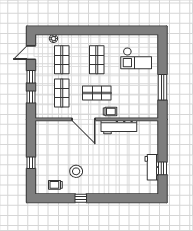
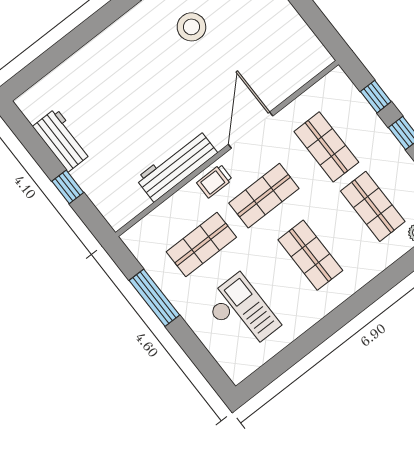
checkout: (136, 58) -> (242, 313), turned 90
shop shelf: (132, 93) -> (201, 244), added
door: (84, 119) -> (251, 130), hinge flipped
window: (162, 168) -> (68, 187), moved

